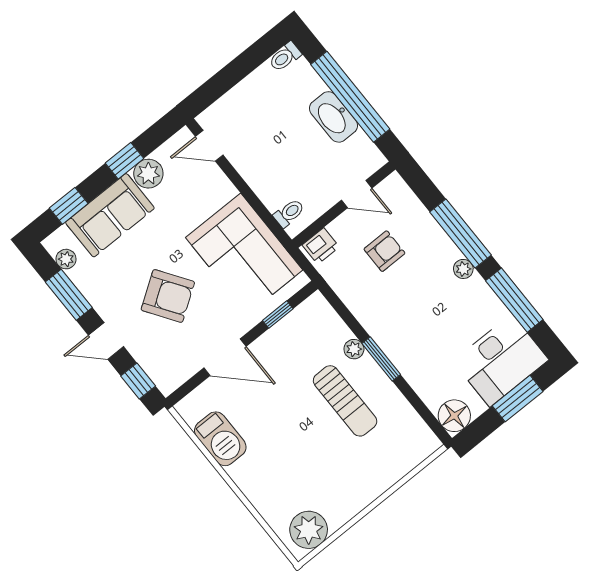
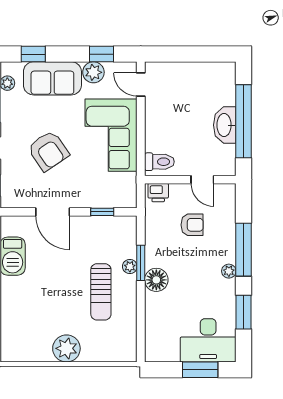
toilet: (285, 57) -> (225, 69), removed
window: (125, 161) -> (101, 54), moved
toilet: (289, 213) -> (159, 162), width x1.37, depth x1.39
corner sofa: (244, 254) -> (111, 135), moved
window: (514, 300) -> (243, 312), width x0.69
window: (381, 359) -> (141, 263), moved
floor lamp: (454, 416) -> (156, 280), moved
plant: (309, 530) -> (66, 348), moved

